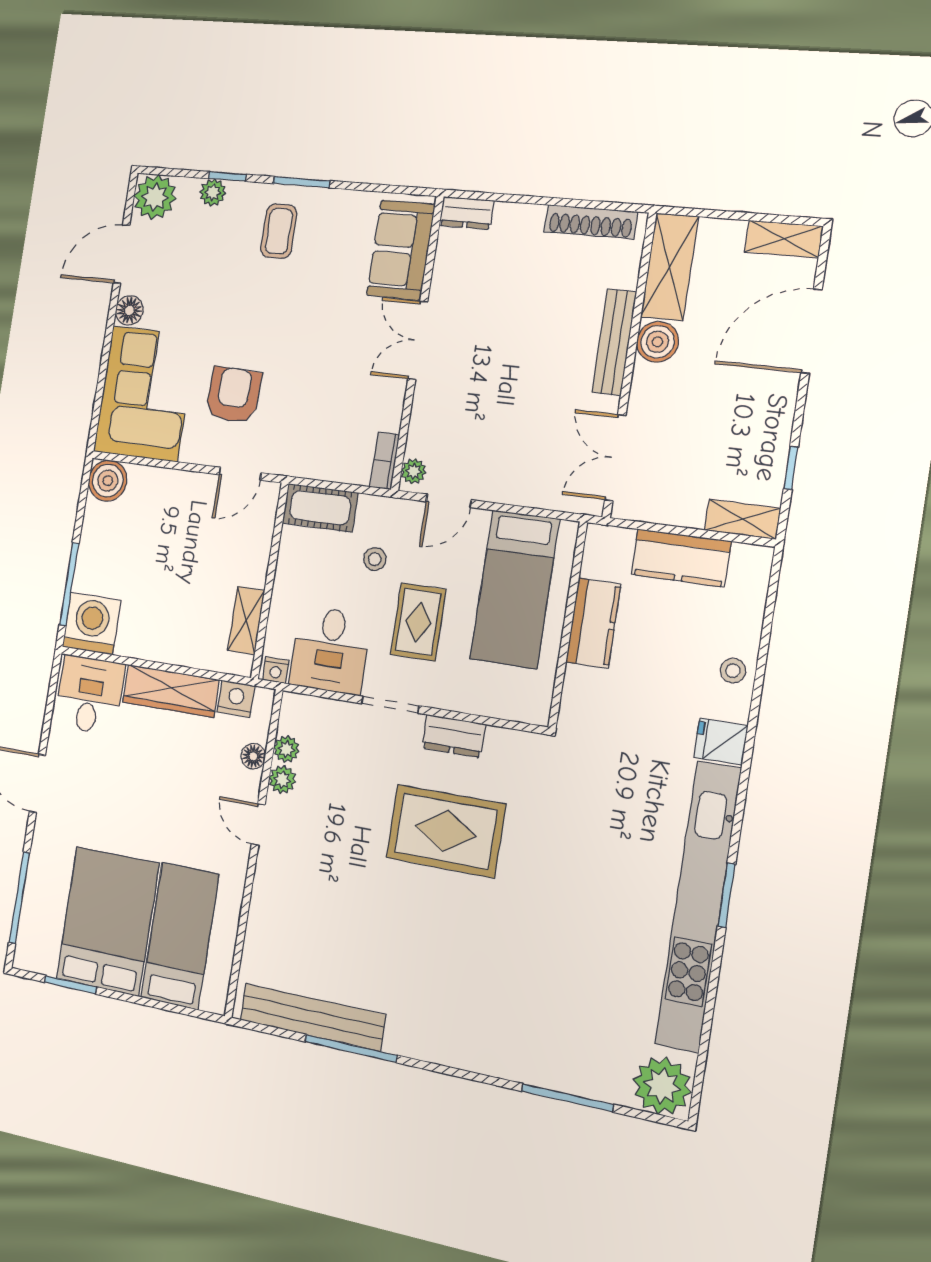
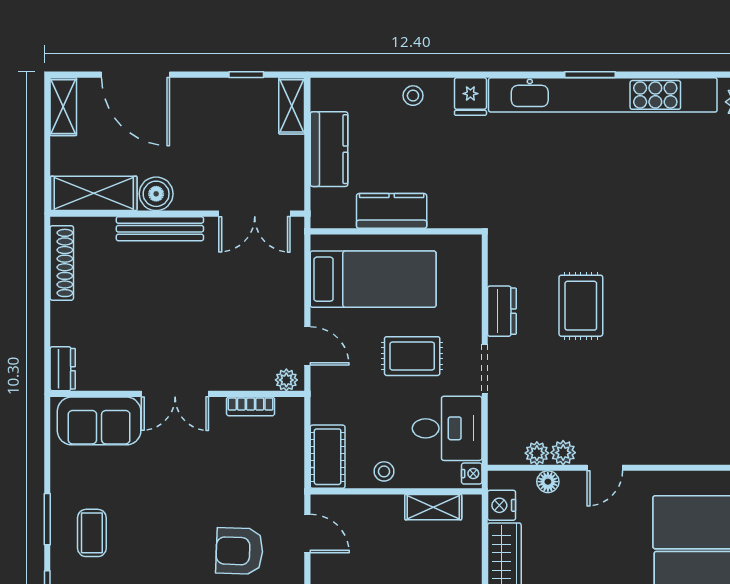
coffee table: (279, 231) -> (92, 533), turned 90
bookcase: (385, 461) -> (251, 406), moved
stool: (375, 559) -> (384, 471), moved
rug: (446, 831) -> (581, 306), width x0.73, depth x0.70

